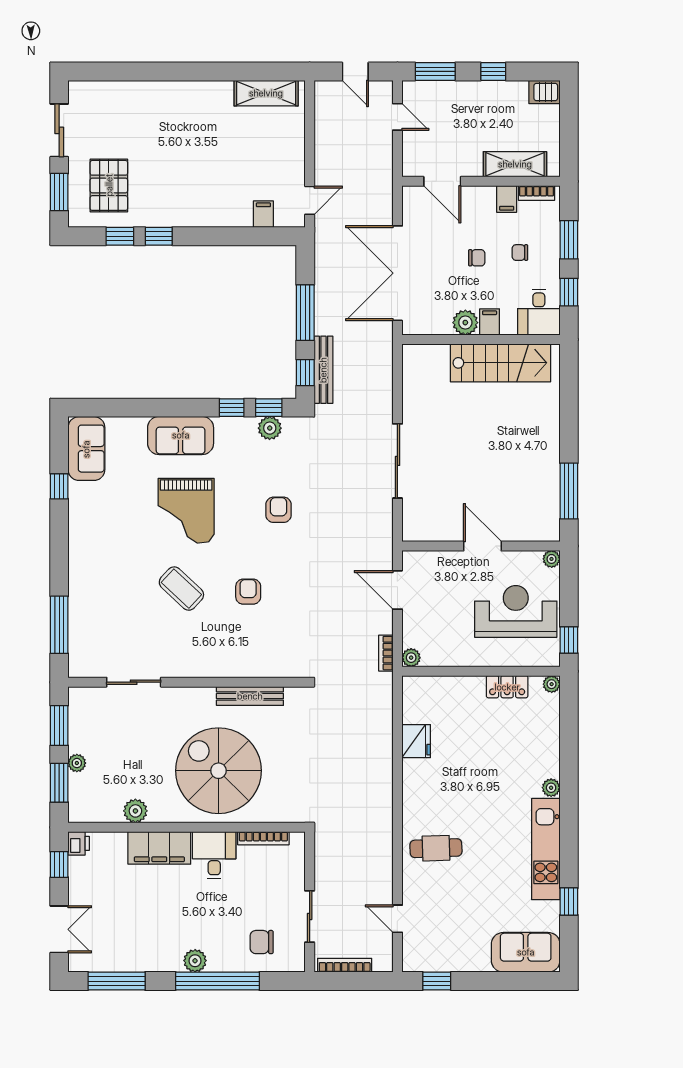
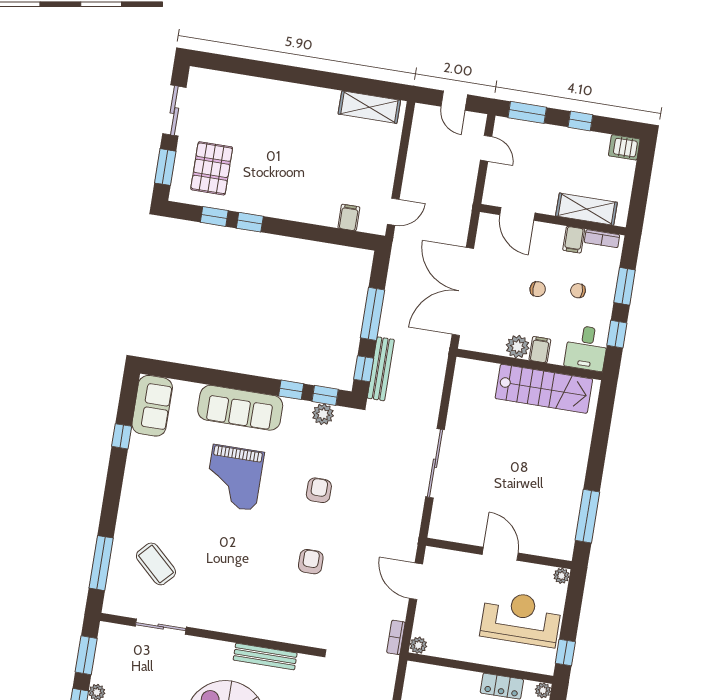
sofa: (181, 435) -> (240, 408), width x1.36
coffee table: (181, 589) -> (156, 564), moved
armchair: (248, 592) -> (311, 562), moved

